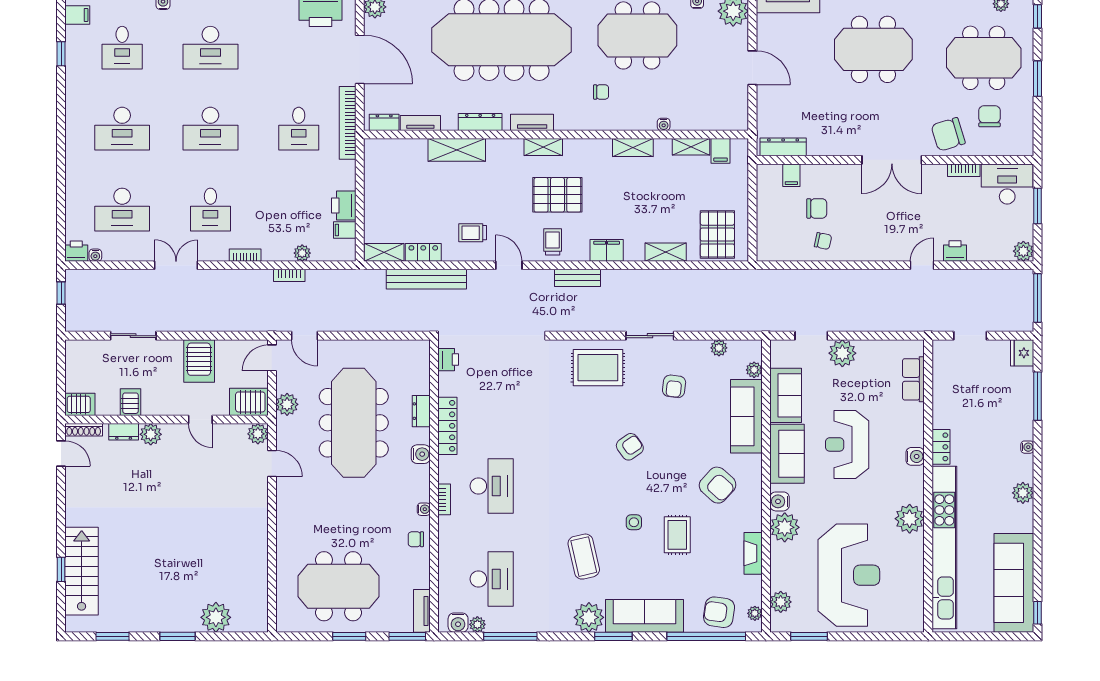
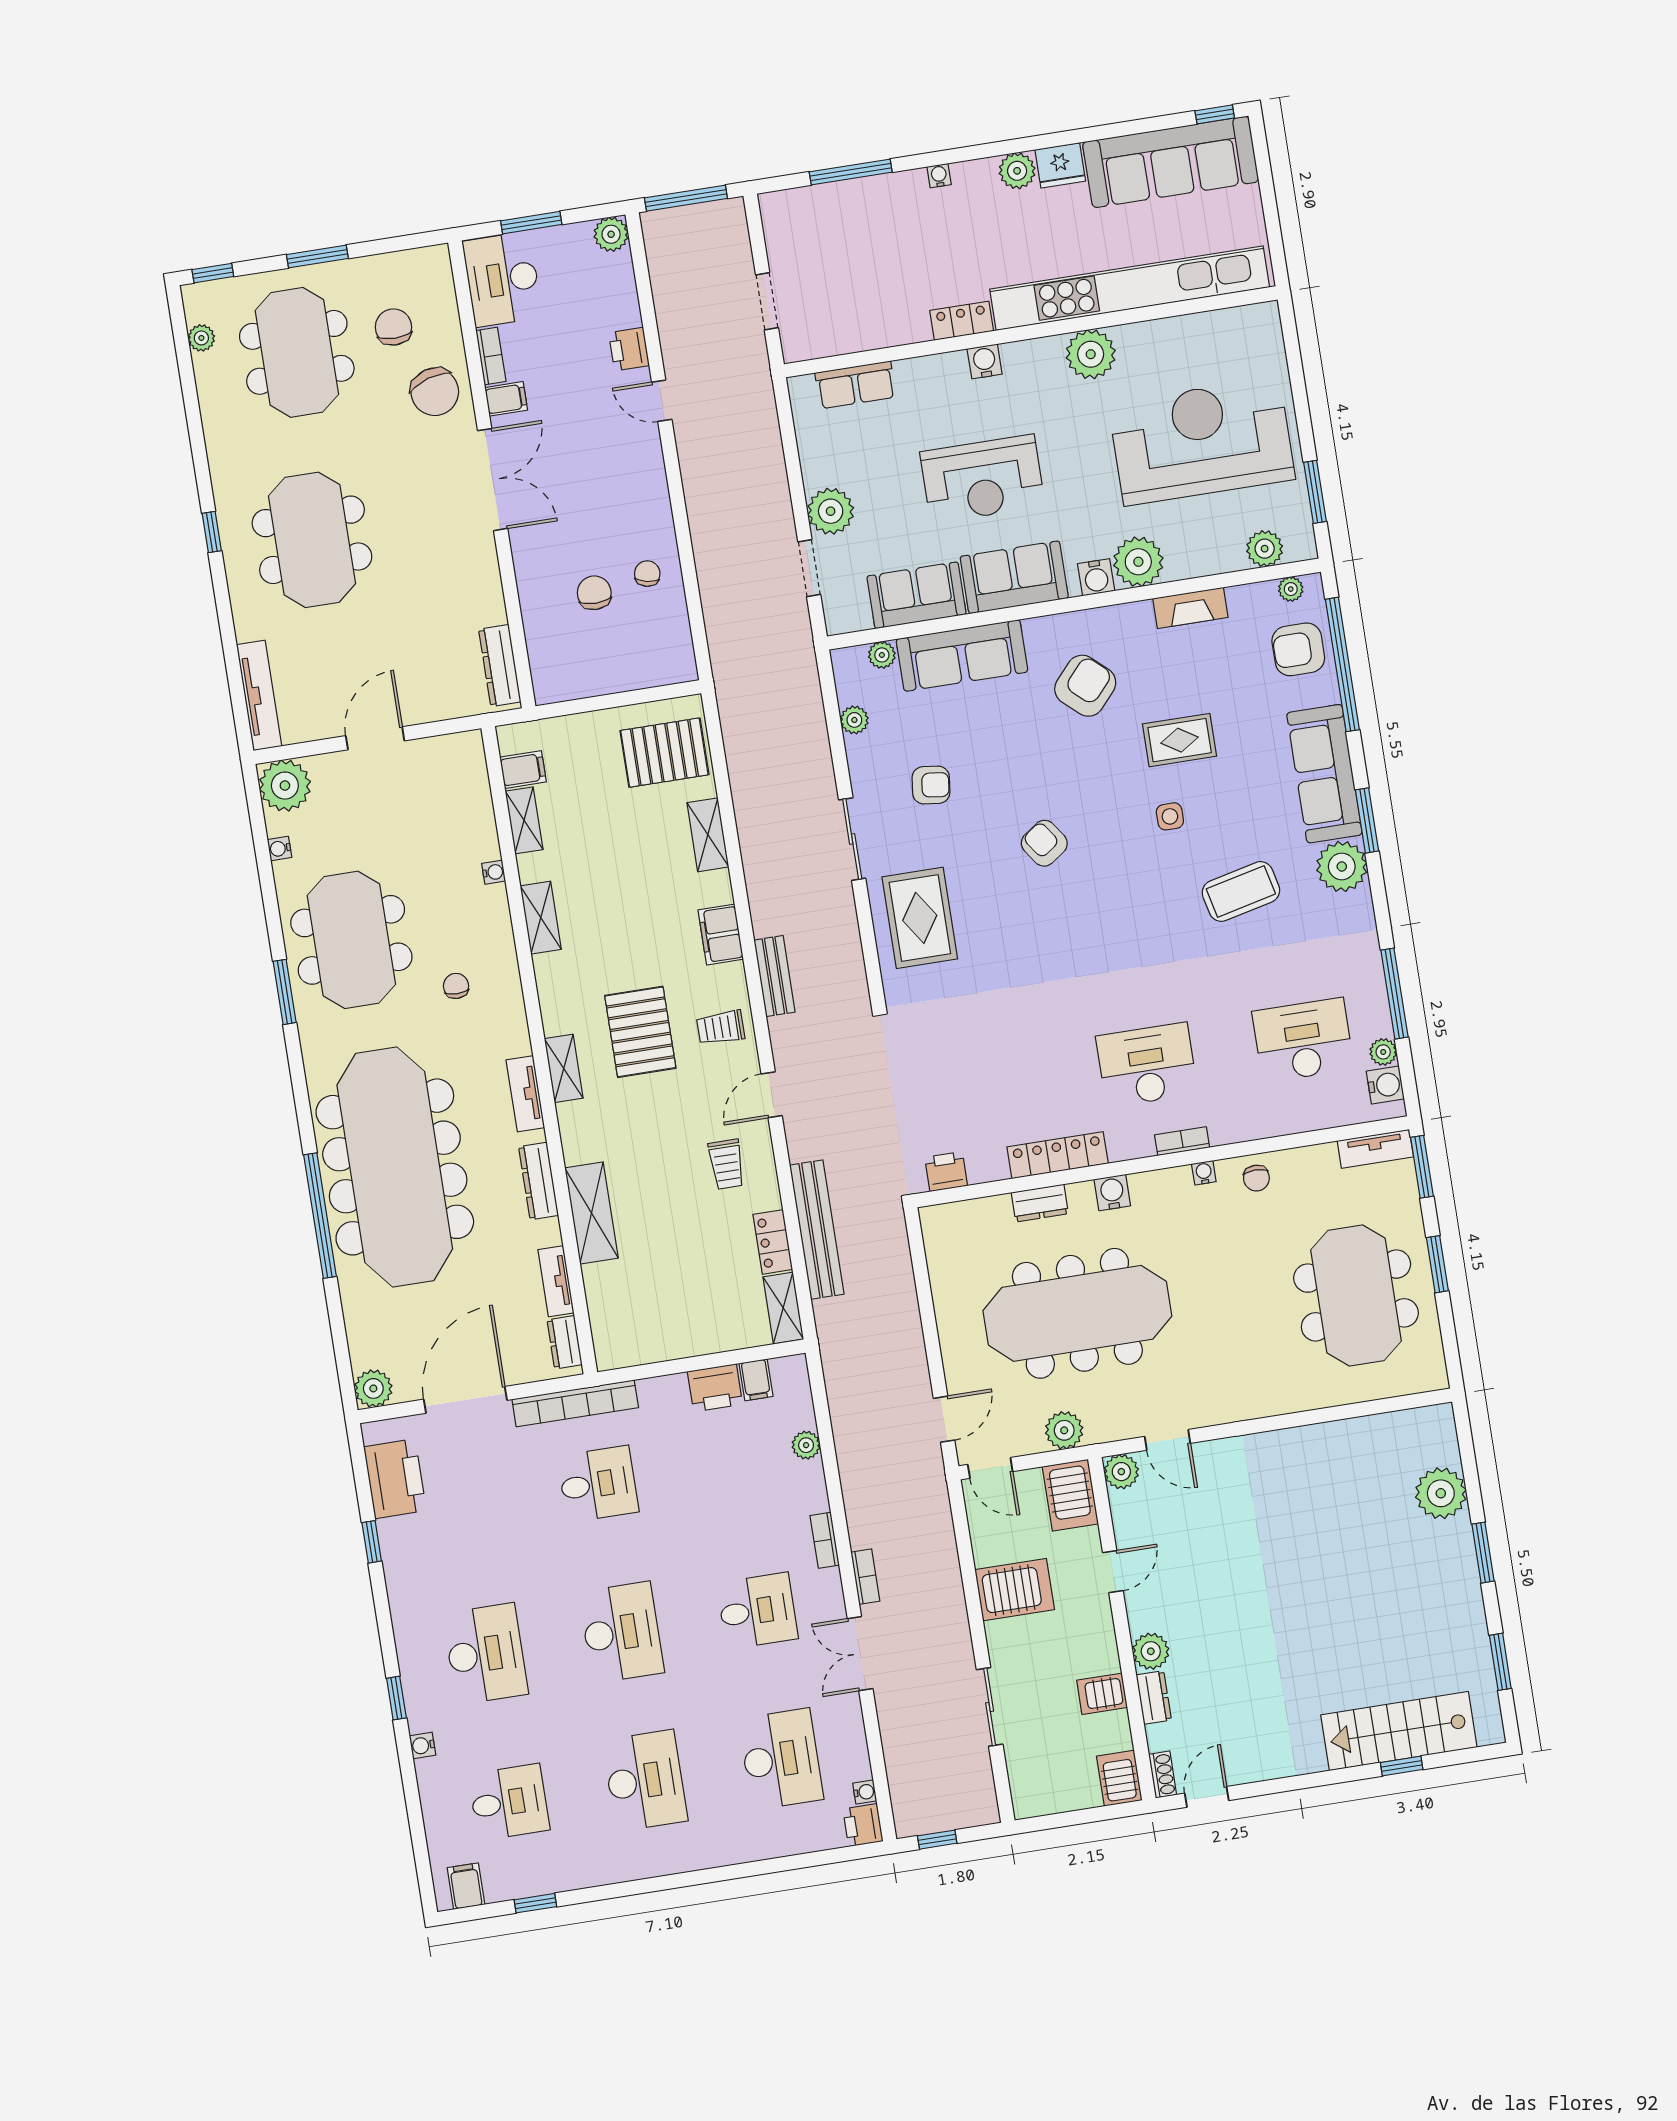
chair: (990, 116) -> (393, 327), turned 90
filing cabinet: (791, 175) -> (506, 399), moved
bookcase: (289, 275) -> (865, 1577), moved
fridge: (1022, 353) -> (1060, 165), moved
shoe rack: (84, 430) -> (1163, 1775), width x0.70
door: (272, 463) -> (1167, 1440), swing flipped
armchair: (719, 612) -> (1298, 649), turned 82

